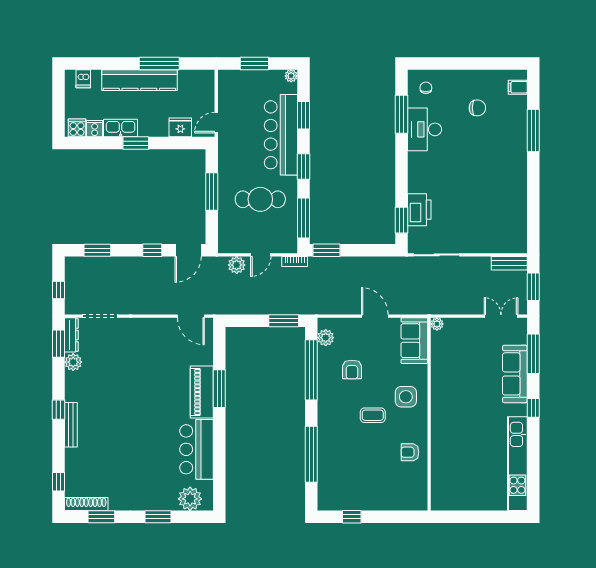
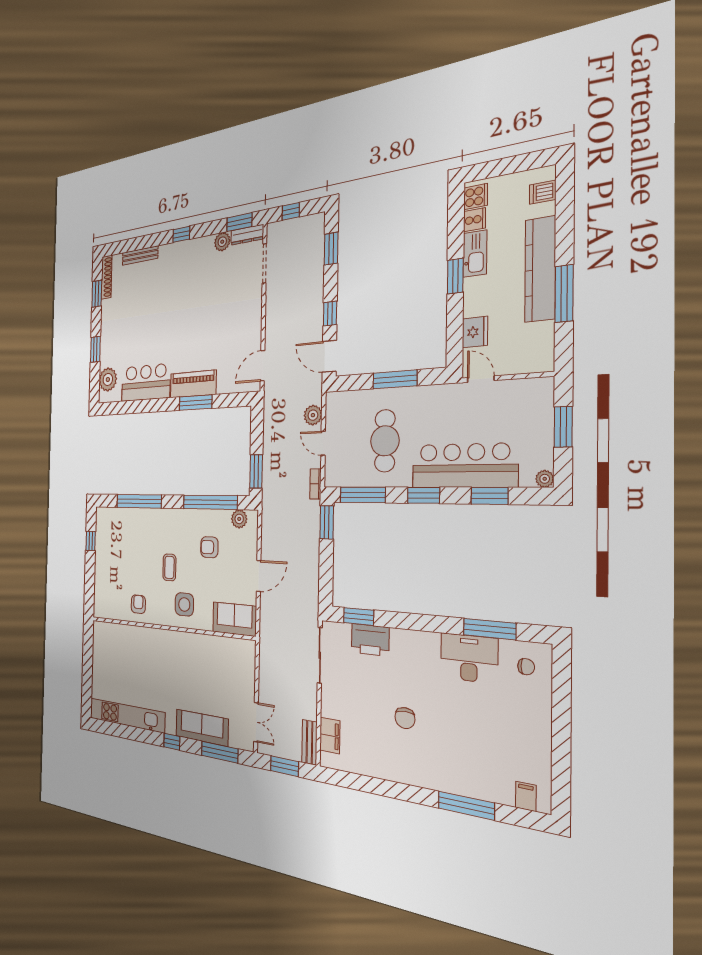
chair: (477, 108) -> (405, 718), moved
filing cabinet: (501, 244) -> (330, 735), added
plant: (437, 324) -> (250, 647), removed
bench: (71, 425) -> (140, 256), moved
window: (58, 482) -> (124, 246), removed

